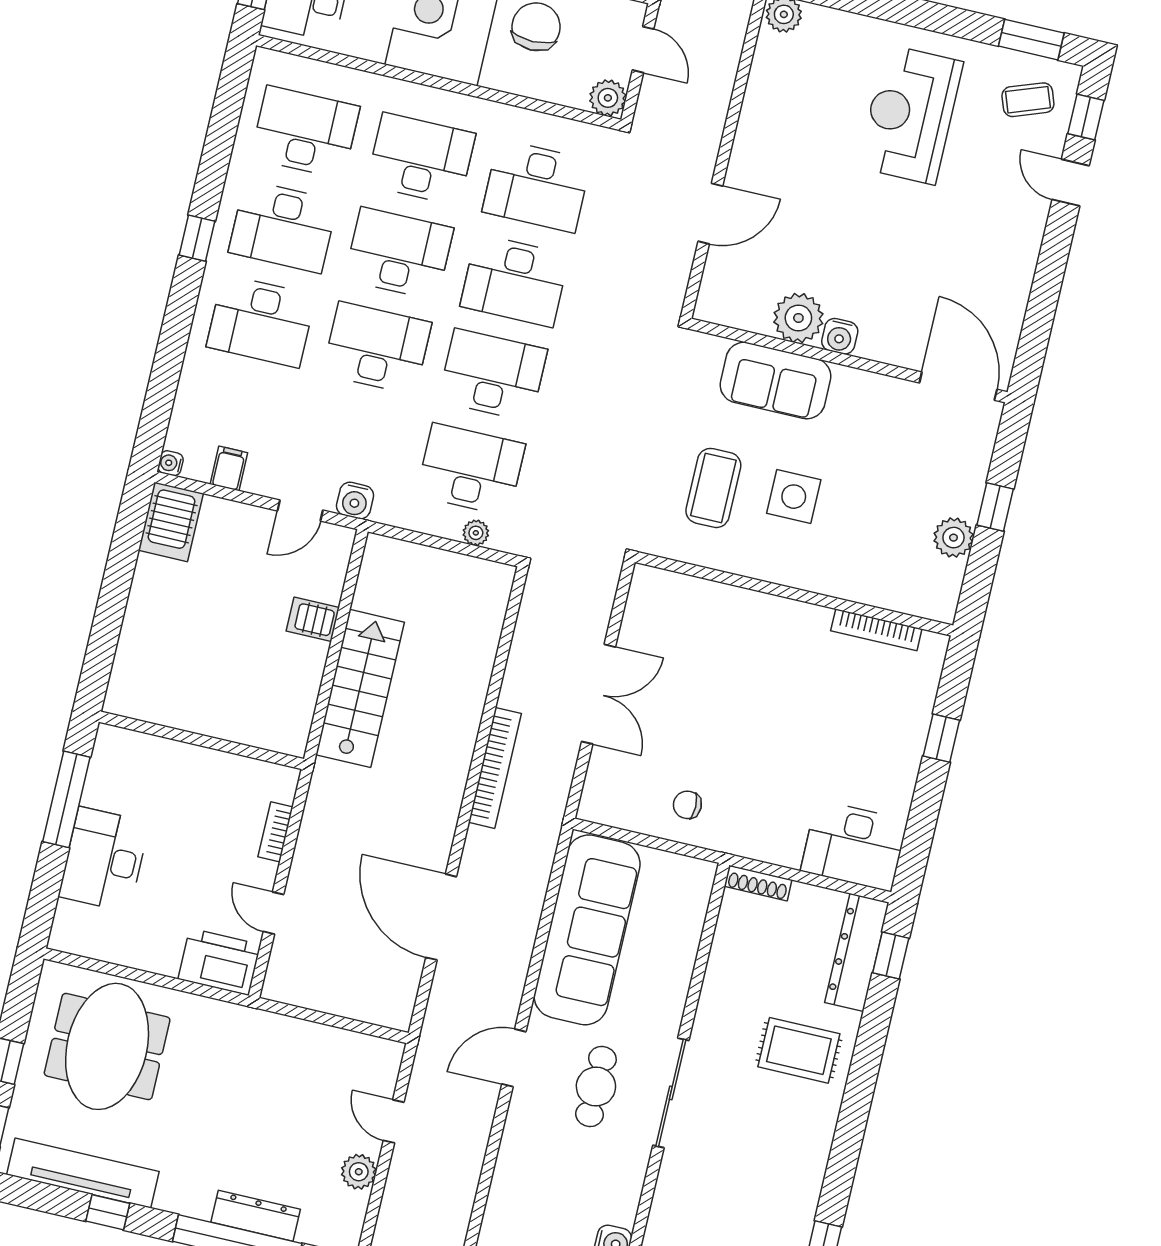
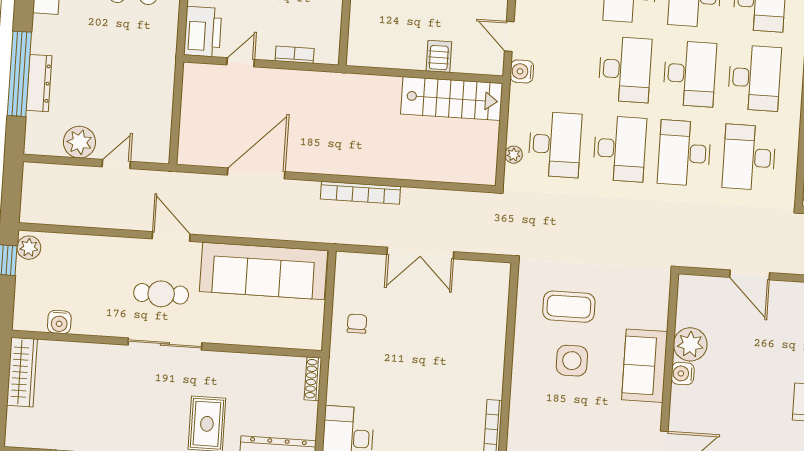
sofa: (775, 381) -> (645, 366), moved
stairs: (360, 688) -> (452, 99), moved
plant: (359, 1172) -> (79, 142), width x1.36, depth x1.36

